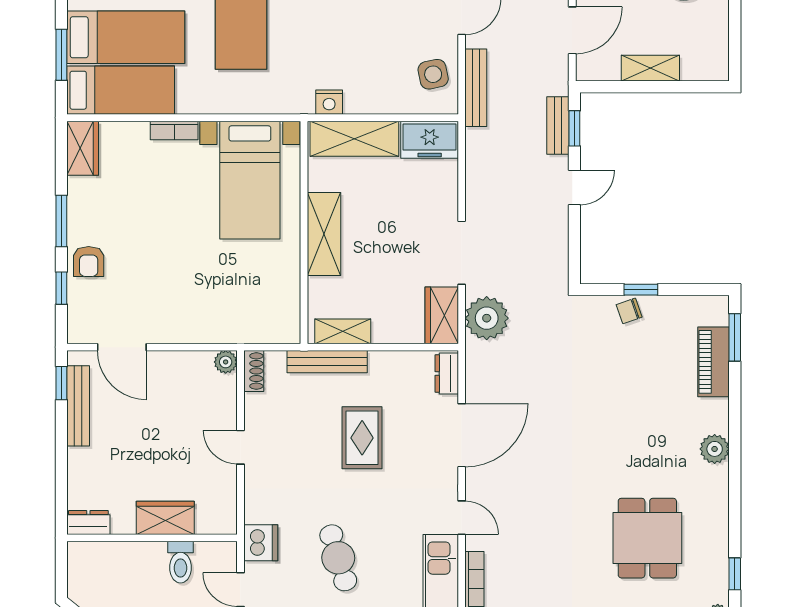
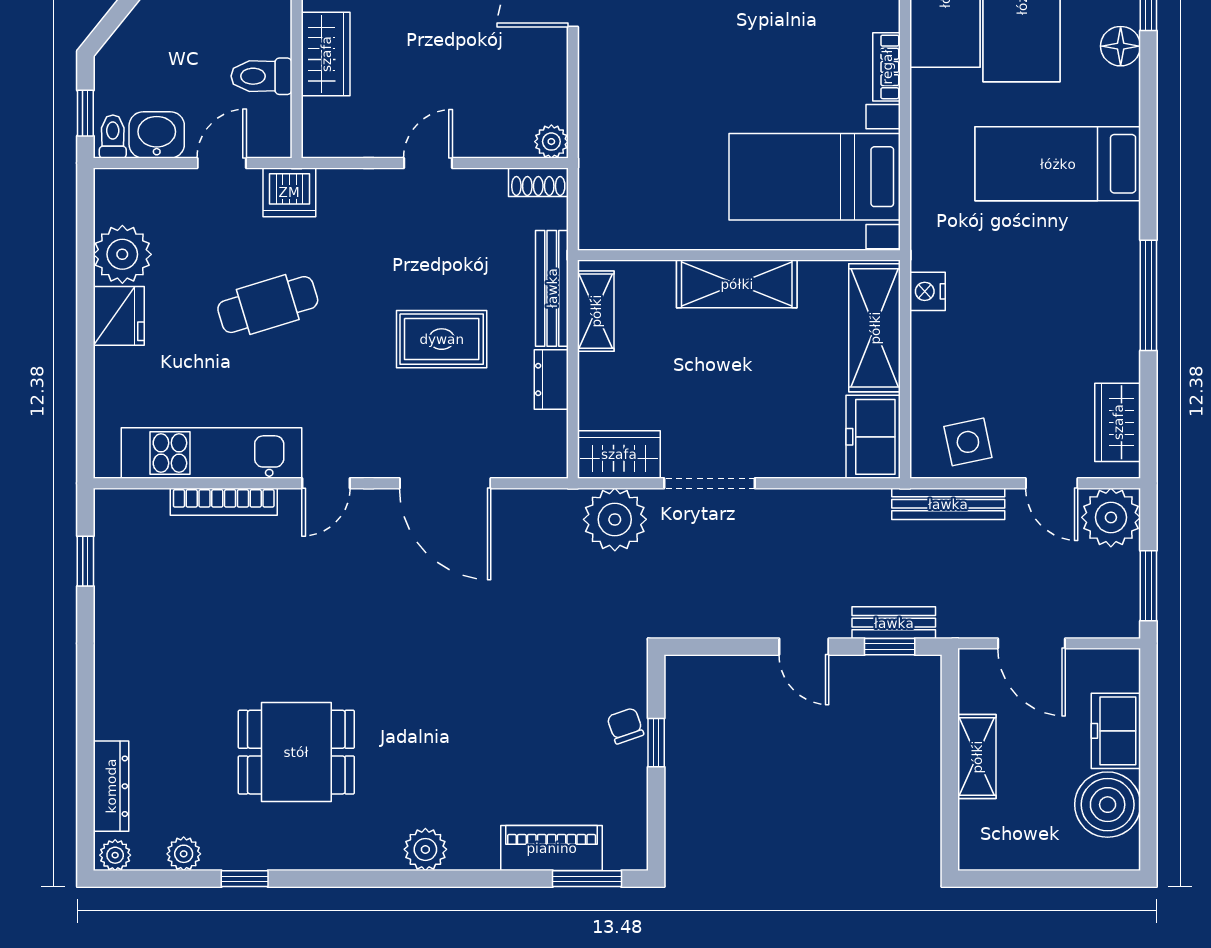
dresser: (447, 374) -> (551, 379), moved, turned -90

